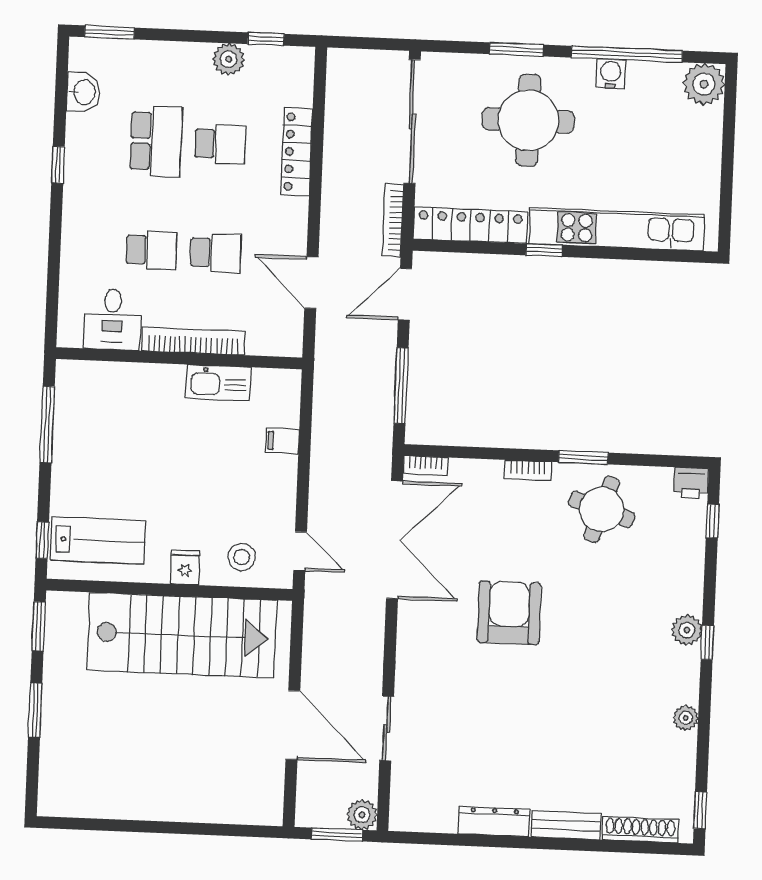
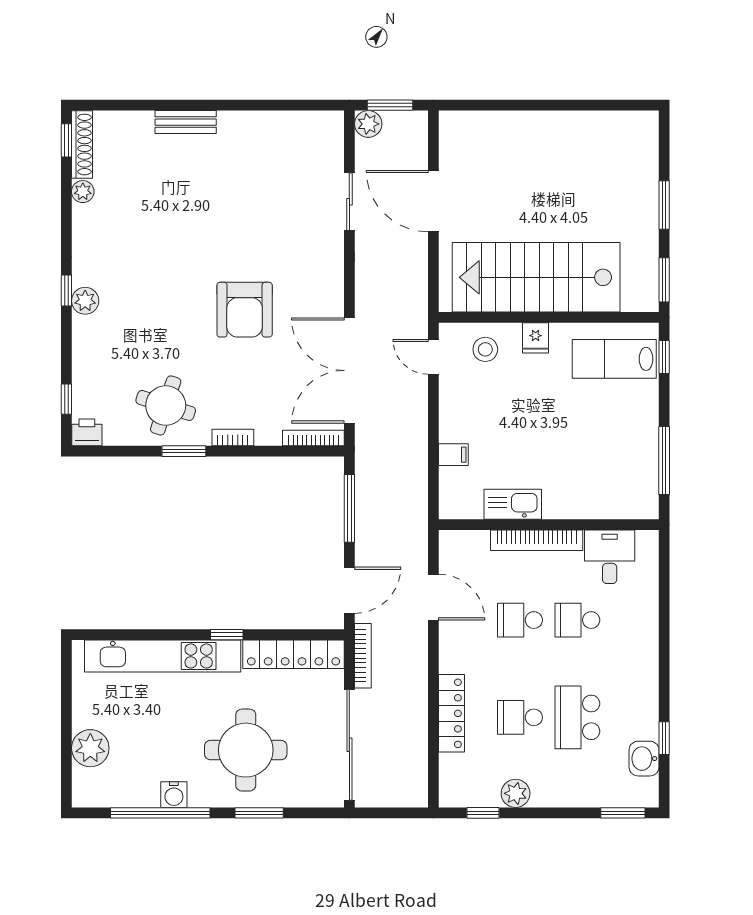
plant: (704, 84) -> (90, 748), moved
window: (58, 165) -> (664, 738), moved
bookcase: (426, 465) -> (313, 438), width x1.56
plant: (686, 718) -> (83, 192), moved
dresser: (494, 822) -> (250, 123), removed
shoe rack: (640, 830) -> (82, 144), moved, turned -90

